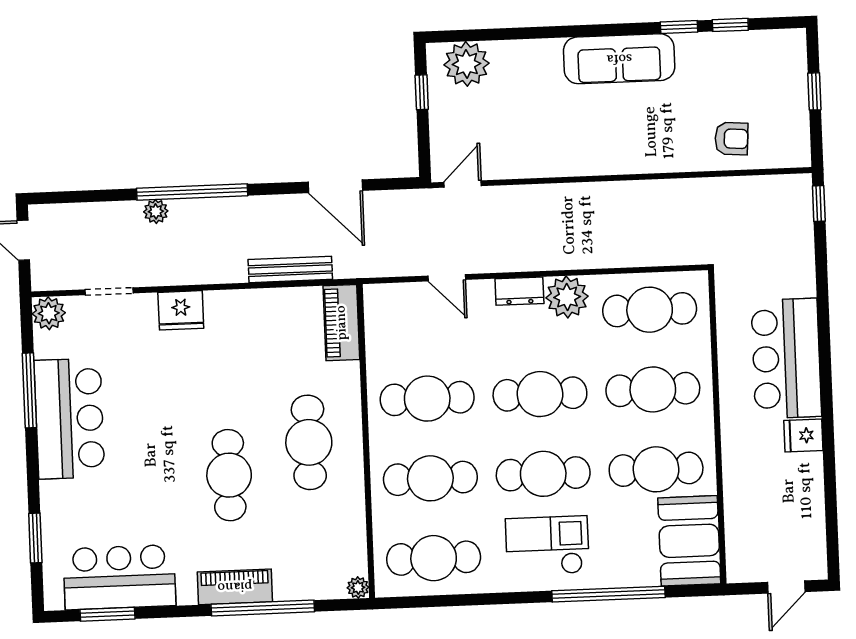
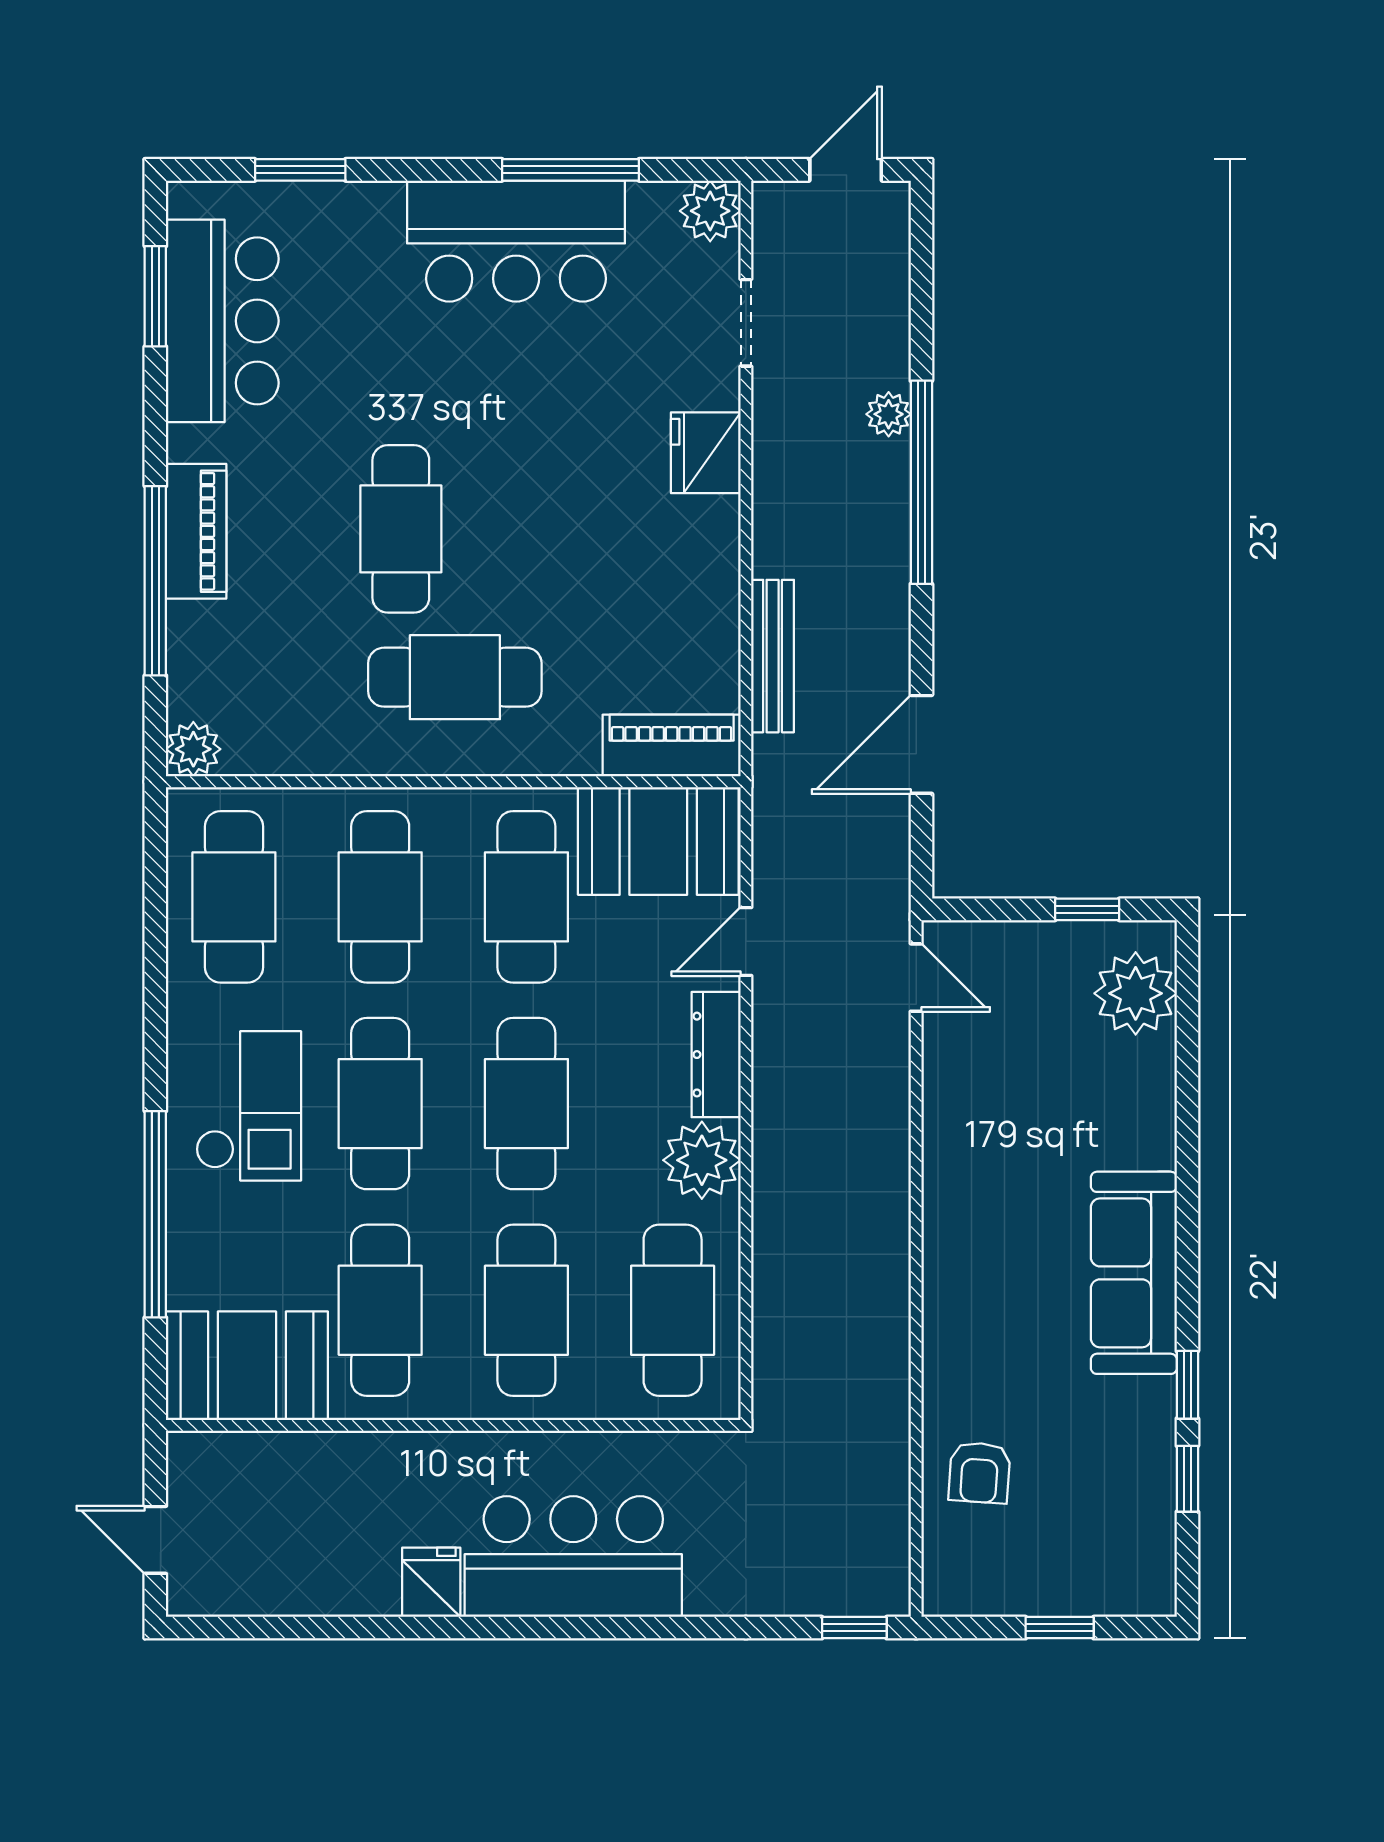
dresser: (519, 291) -> (716, 1055), width x1.44
booth: (394, 328) -> (658, 841), added
cafe table: (229, 475) -> (401, 529), turned 90
plant: (358, 588) -> (193, 749), width x1.38, depth x1.38

